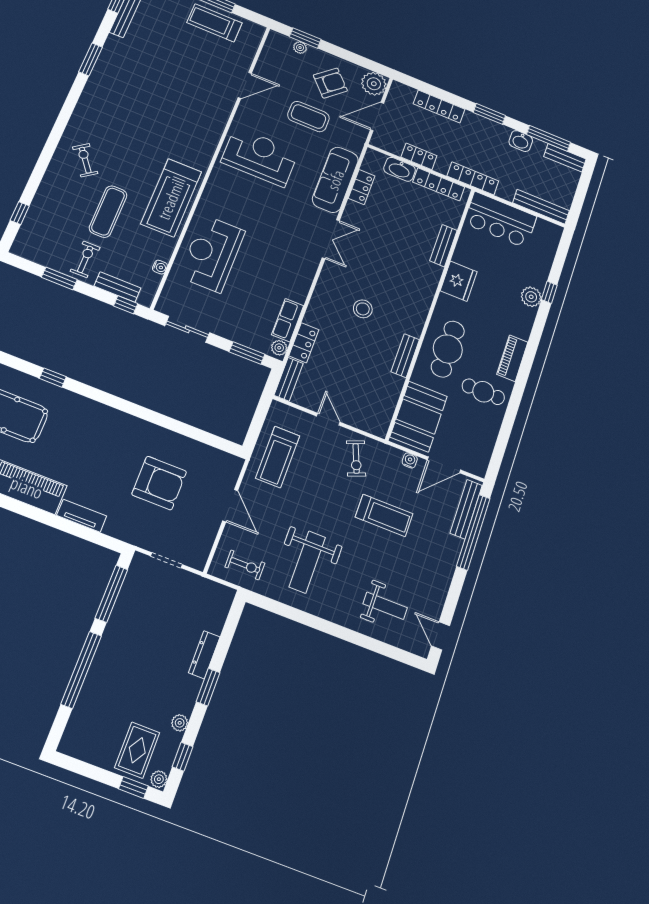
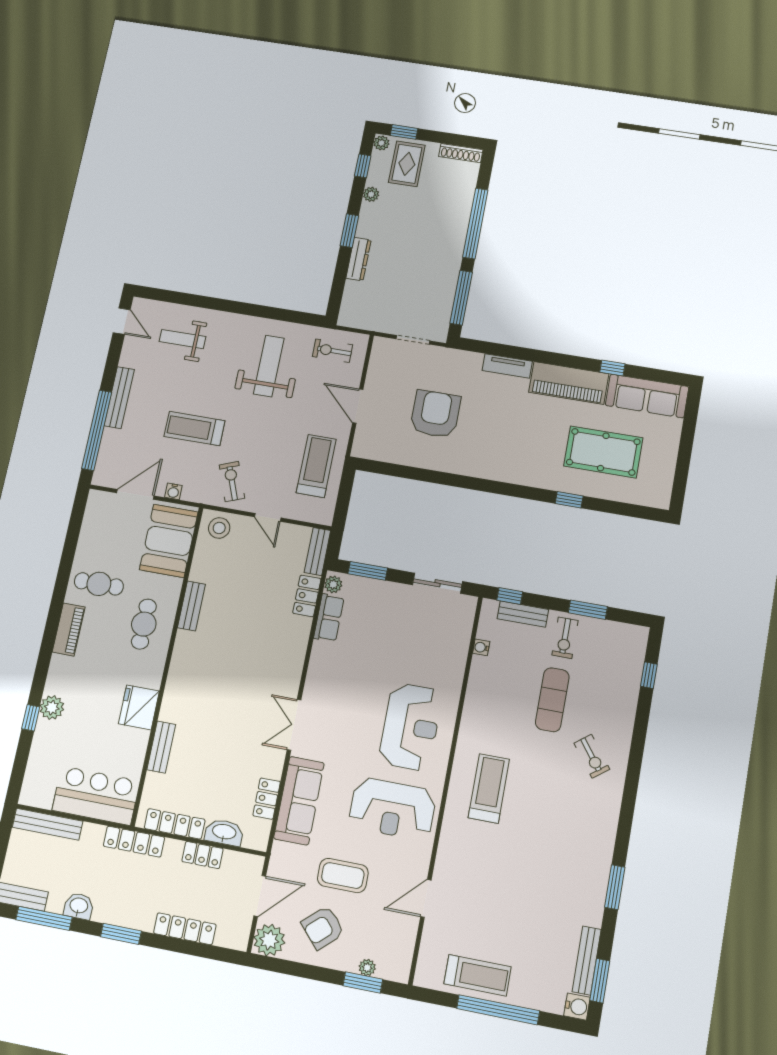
treadmill: (171, 198) -> (489, 788), moved, width x0.73, depth x0.73
reception desk: (212, 254) -> (411, 727), moved
stool: (363, 309) -> (219, 528), moved
cafe table: (448, 349) -> (144, 624), width x0.73, depth x0.74
armchair: (159, 483) -> (435, 414), turned 90
bench: (466, 509) -> (119, 398), moved
shoe rack: (80, 752) -> (461, 153), added

